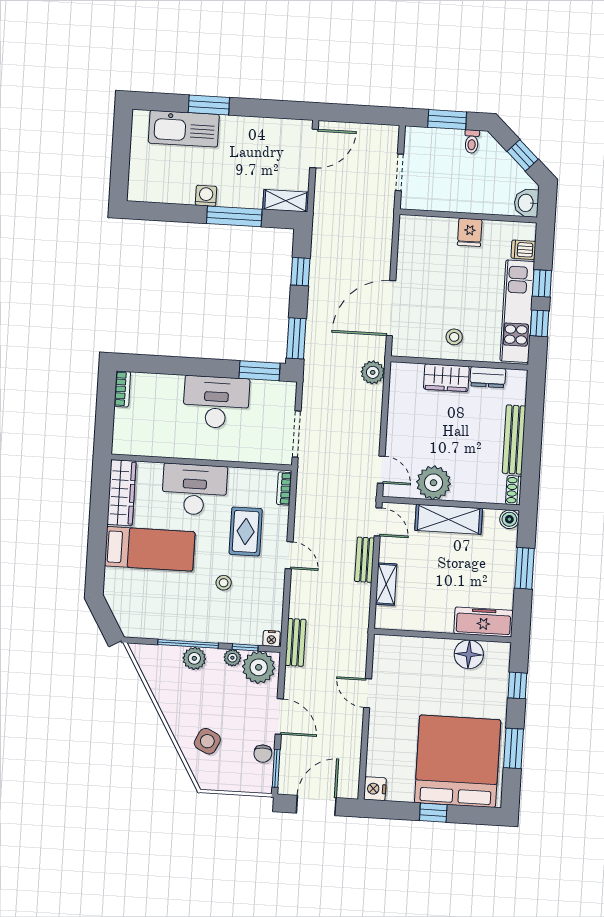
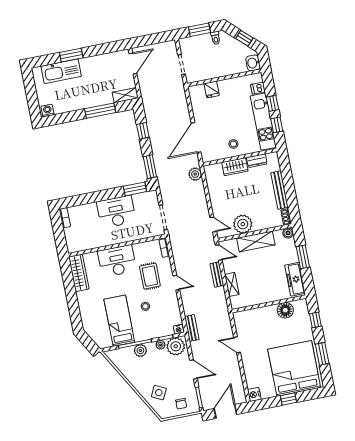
washing machine: (206, 196) -> (47, 111), moved
fridge: (470, 232) -> (212, 89), moved
bed: (150, 549) -> (119, 321), moved, turned -90
freezer: (483, 622) -> (295, 279), moved, turned -90
chair: (263, 754) -> (181, 404), moved

